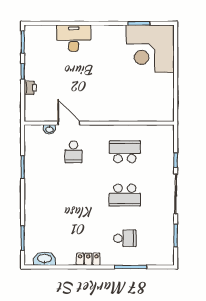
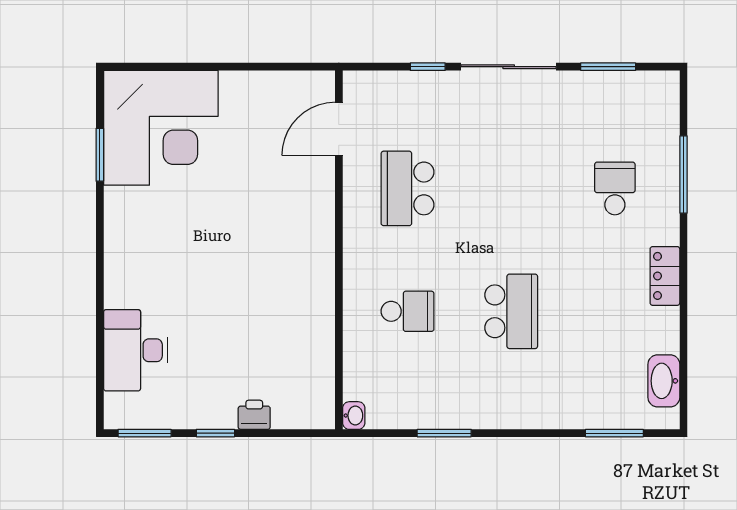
desk: (74, 38) -> (135, 350), moved
door: (69, 123) -> (339, 129), moved
washbasin: (49, 129) -> (354, 416), moved
school desk: (125, 195) -> (511, 311), moved

